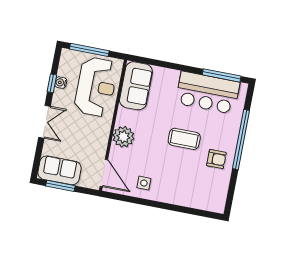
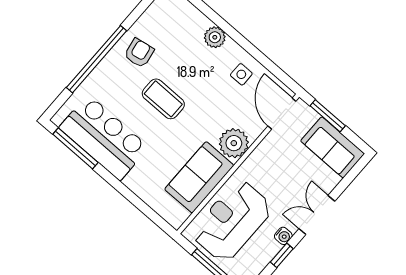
water cooler: (61, 83) -> (283, 236), moved
sofa: (136, 86) -> (199, 177), moved
armchair: (216, 159) -> (139, 53), turned 80
window: (60, 186) -> (328, 116), moved
plant: (174, 197) -> (215, 37), added

